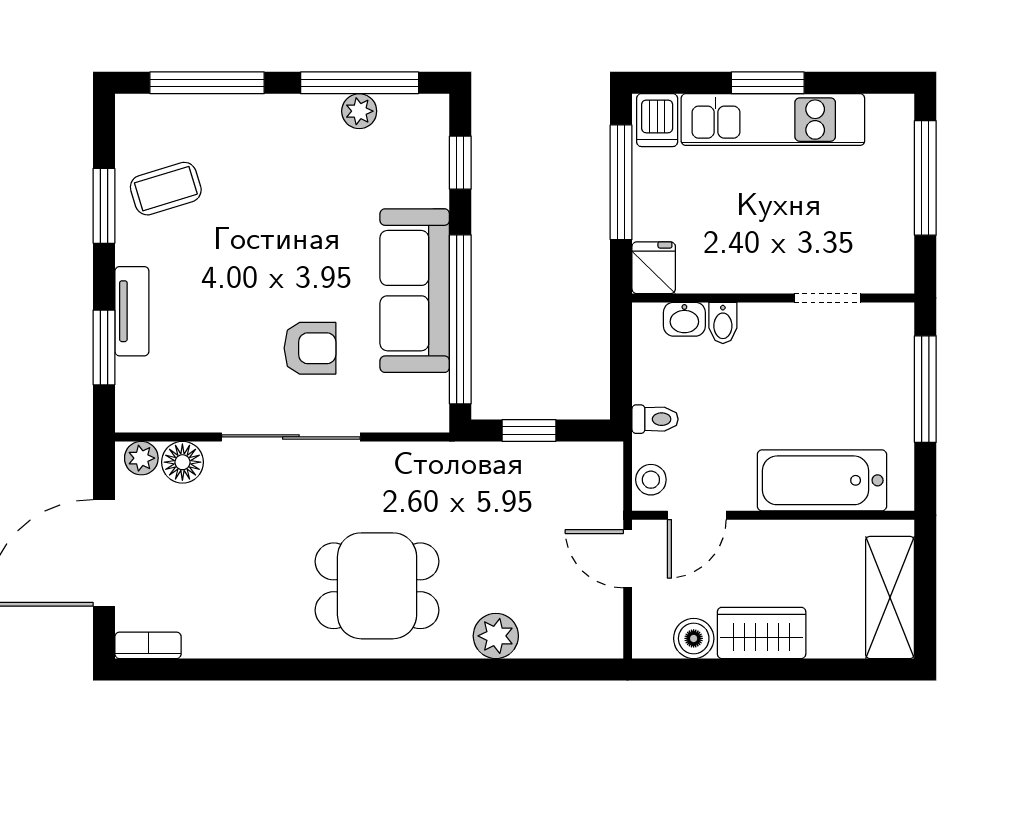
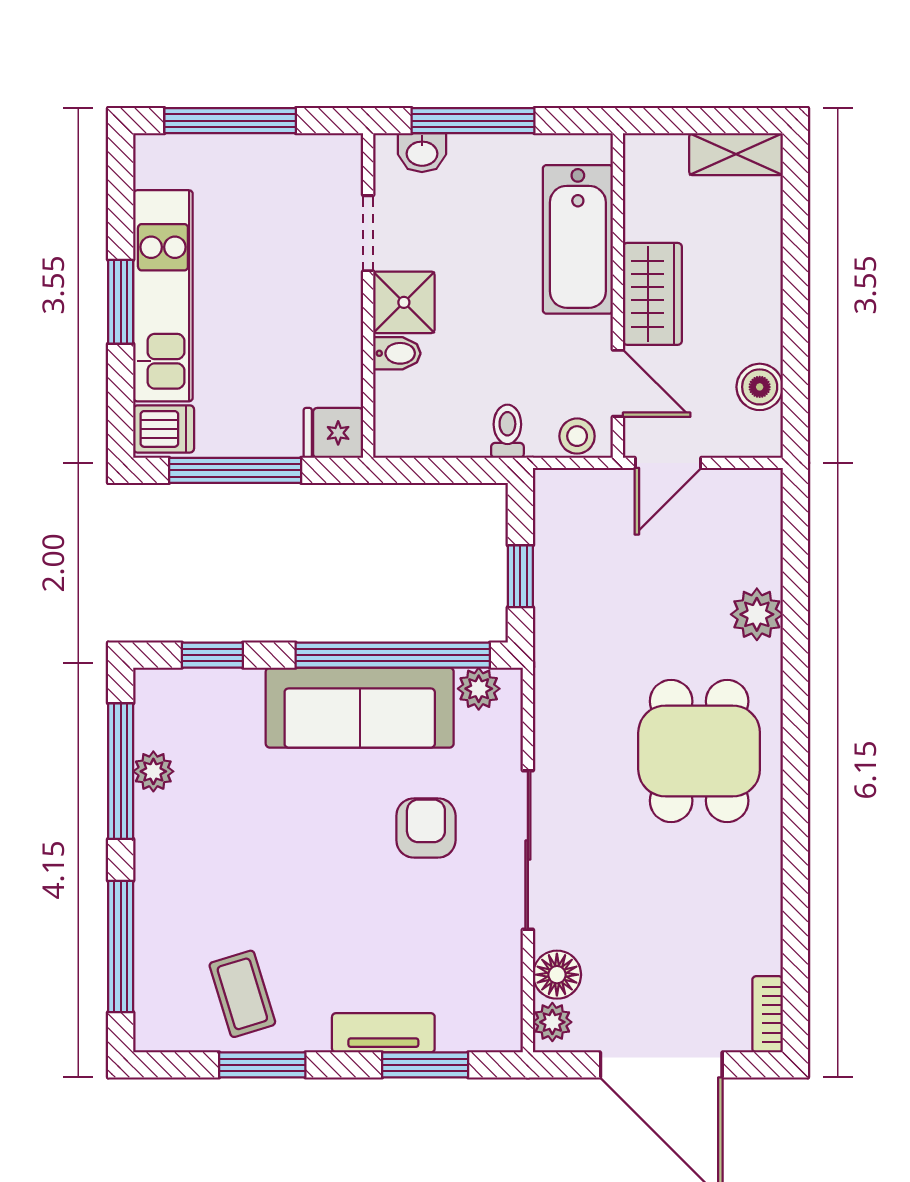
washbasin: (684, 319) -> (422, 153), moved, turned 90
shower: (767, 329) -> (404, 302), added
plant: (431, 394) -> (479, 689), added
shelving: (890, 597) -> (736, 154), width x0.67, depth x0.75
wardrobe: (762, 633) -> (652, 294), moved, turned 180

